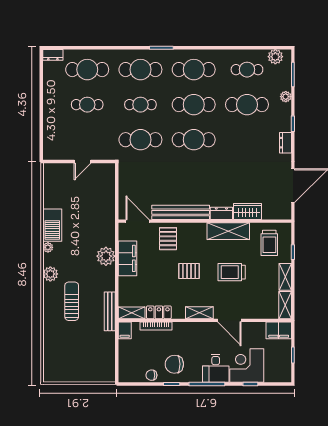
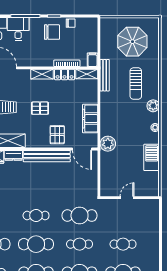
cafe table: (194, 140) -> (36, 215), width x0.73, depth x0.74
barbecue: (52, 225) -> (152, 157), moved
plant: (106, 256) -> (108, 144), moved
shelving: (199, 313) -> (42, 74), moved
parasol: (76, 353) -> (132, 42), added

